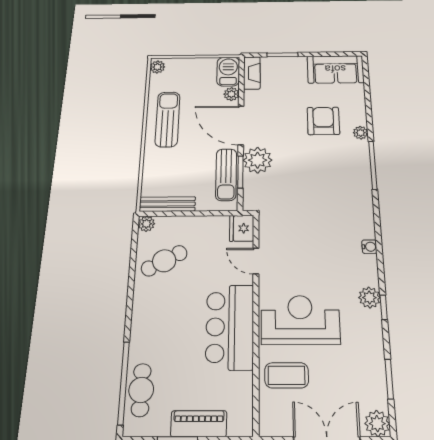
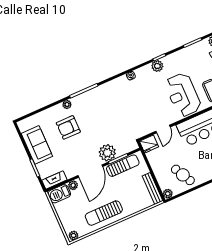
sofa: (335, 69) -> (37, 145), moved

